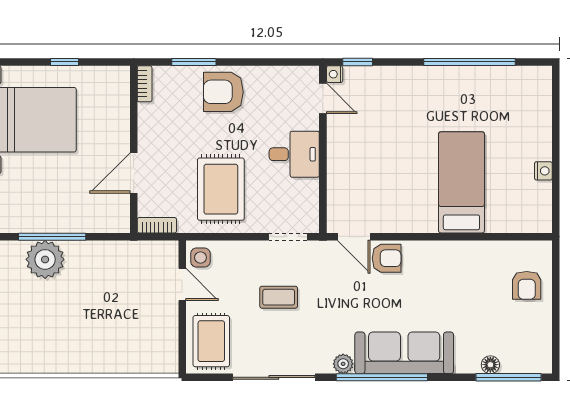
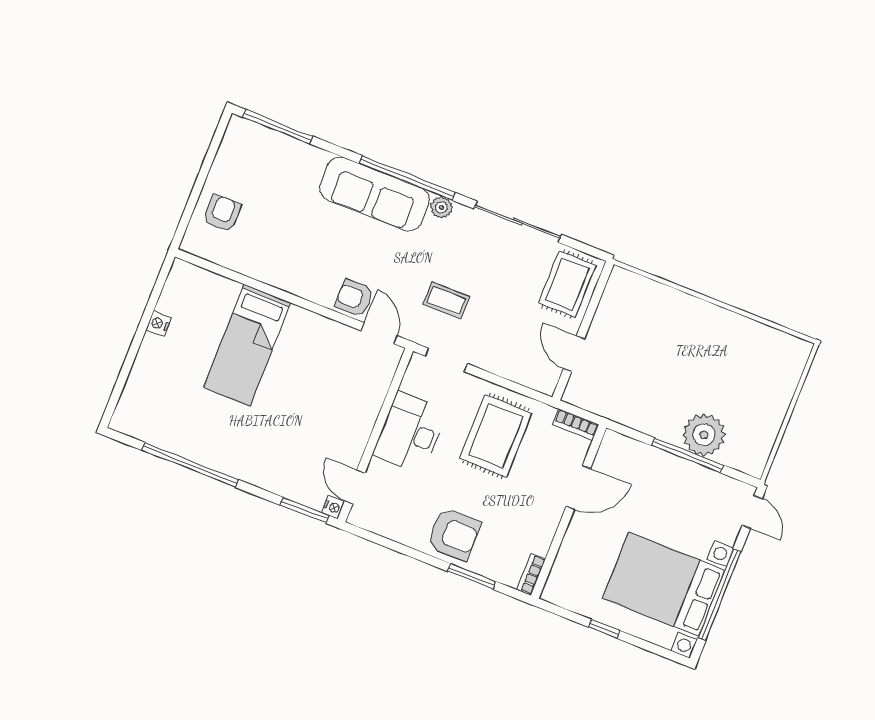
window: (358, 62) -> (304, 510), width x1.50
desk: (294, 154) -> (410, 433), width x1.37
side table: (200, 258) -> (544, 374), removed
coffee table: (279, 297) -> (446, 300), moved
floor lamp: (490, 365) -> (291, 147), removed

